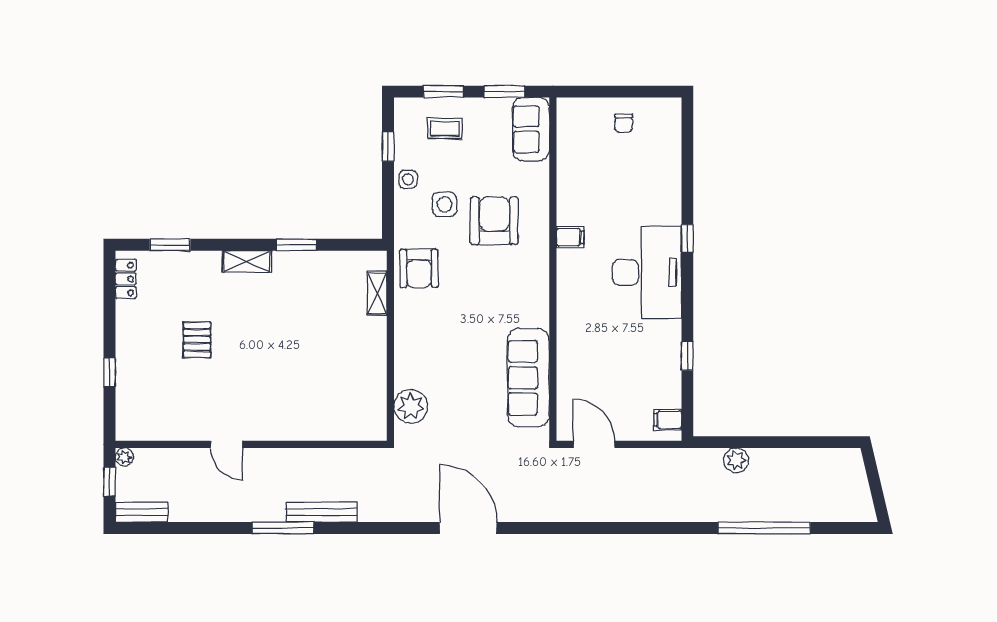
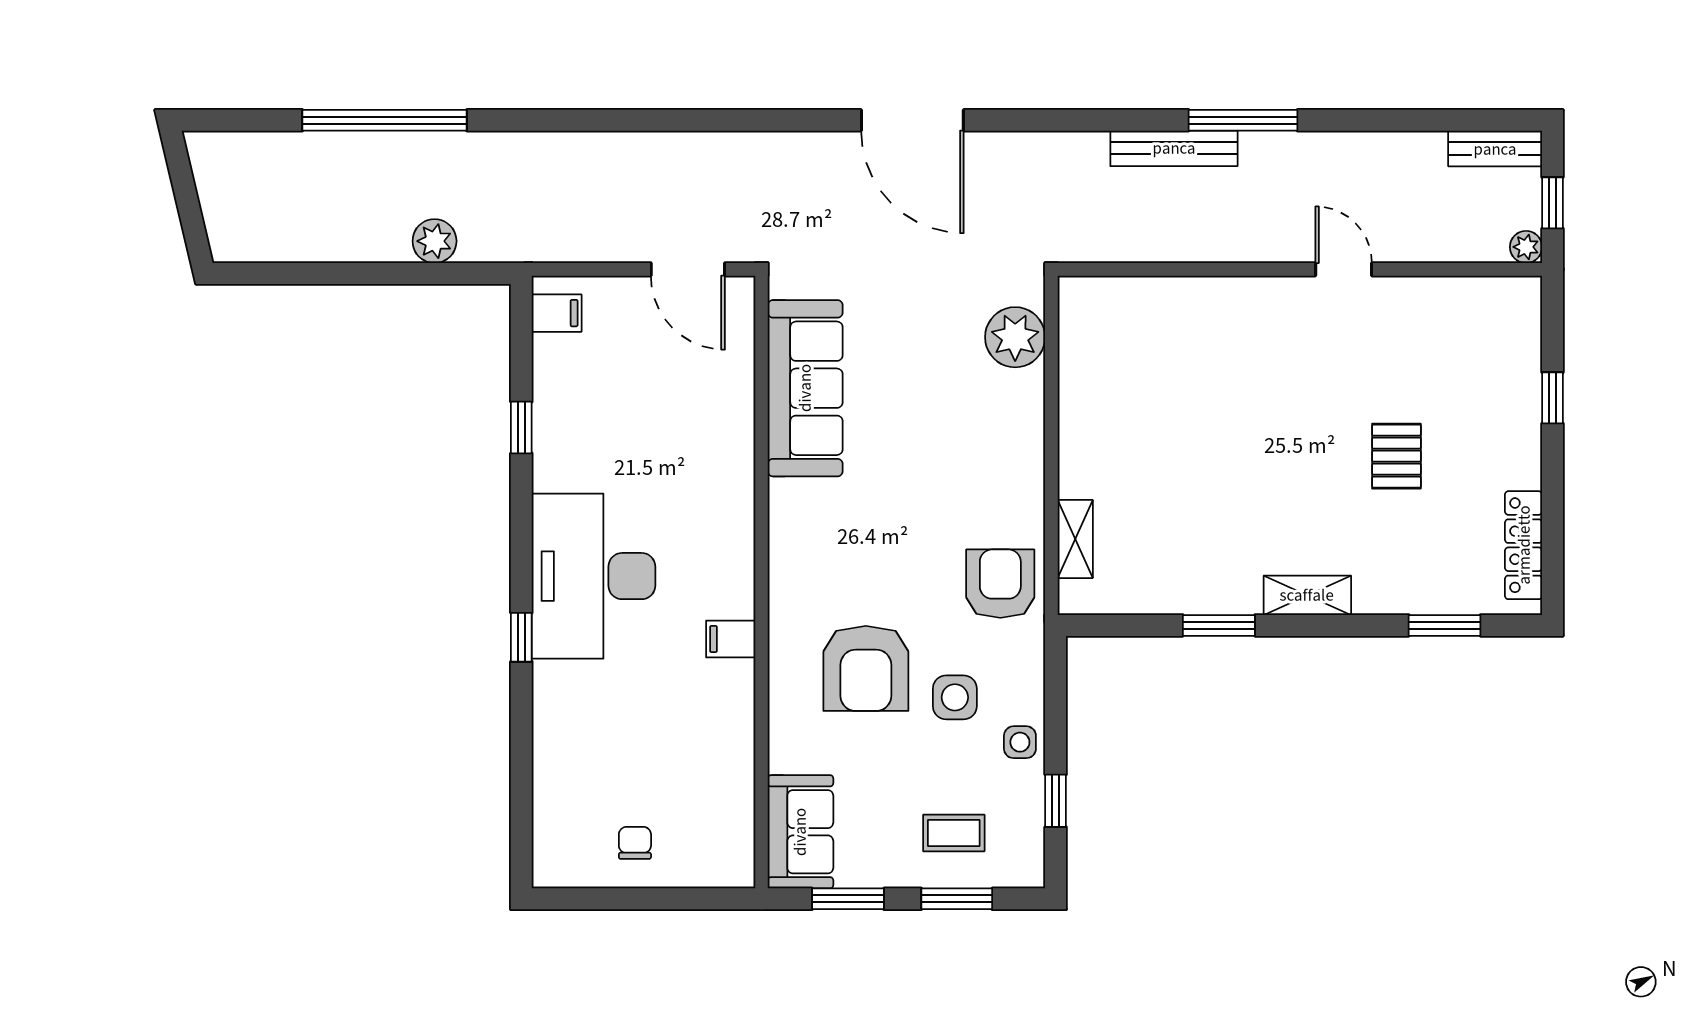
locker: (126, 279) -> (1524, 545), width x1.53

